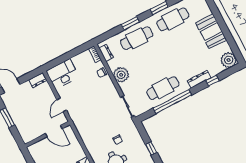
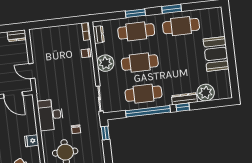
plant: (229, 60) -> (206, 93), moved
cafe table: (150, 63) -> (140, 62), added
desk: (63, 74) -> (50, 115), moved, turned -90
window: (212, 81) -> (183, 107), moved
door: (62, 105) -> (32, 71), hinge flipped
window: (151, 148) -> (105, 133), moved

